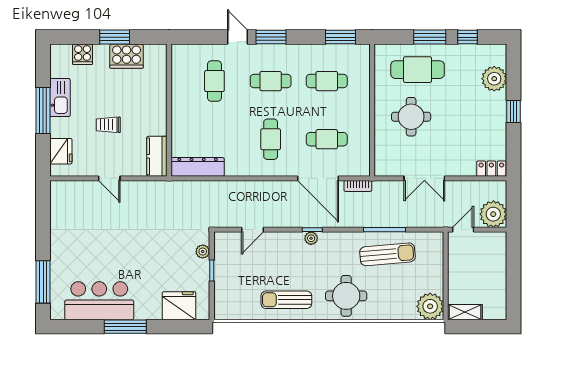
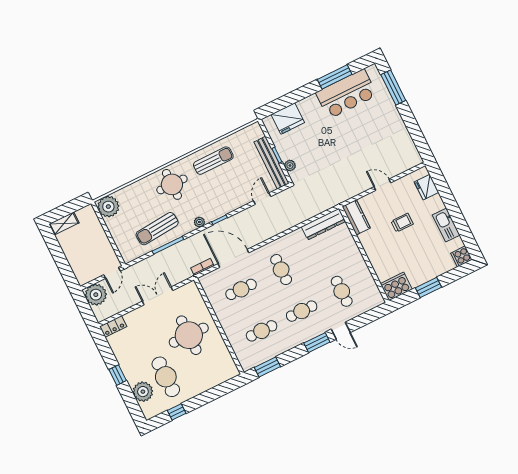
window: (430, 37) -> (204, 399), removed
cooker: (83, 54) -> (461, 256), moved, turned -90
cooker: (127, 56) -> (396, 286), moved
cafe table: (418, 70) -> (166, 377), moved, turned 90
window: (43, 111) -> (454, 210), removed
round table: (411, 117) -> (189, 335), width x1.36, depth x1.36
plant: (311, 238) -> (199, 222), moved
bench: (222, 265) -> (271, 163), added
shelving: (465, 312) -> (64, 223), moved
window: (125, 327) -> (335, 77), moved

